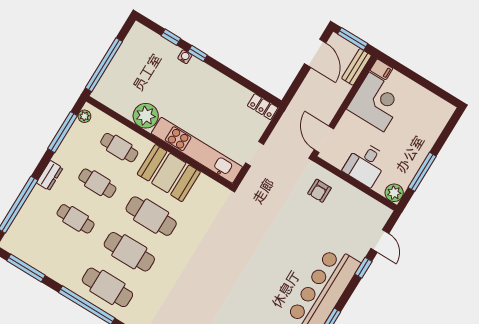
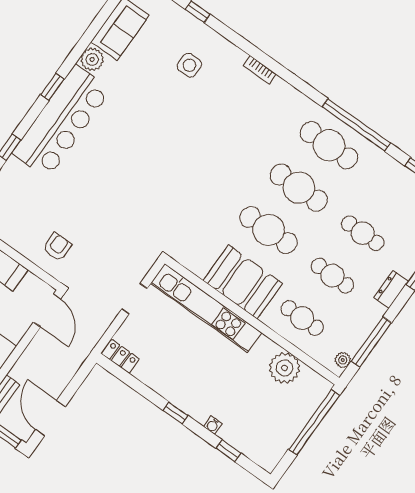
window: (198, 53) -> (176, 413), moved
plant: (146, 116) -> (285, 368), moved

